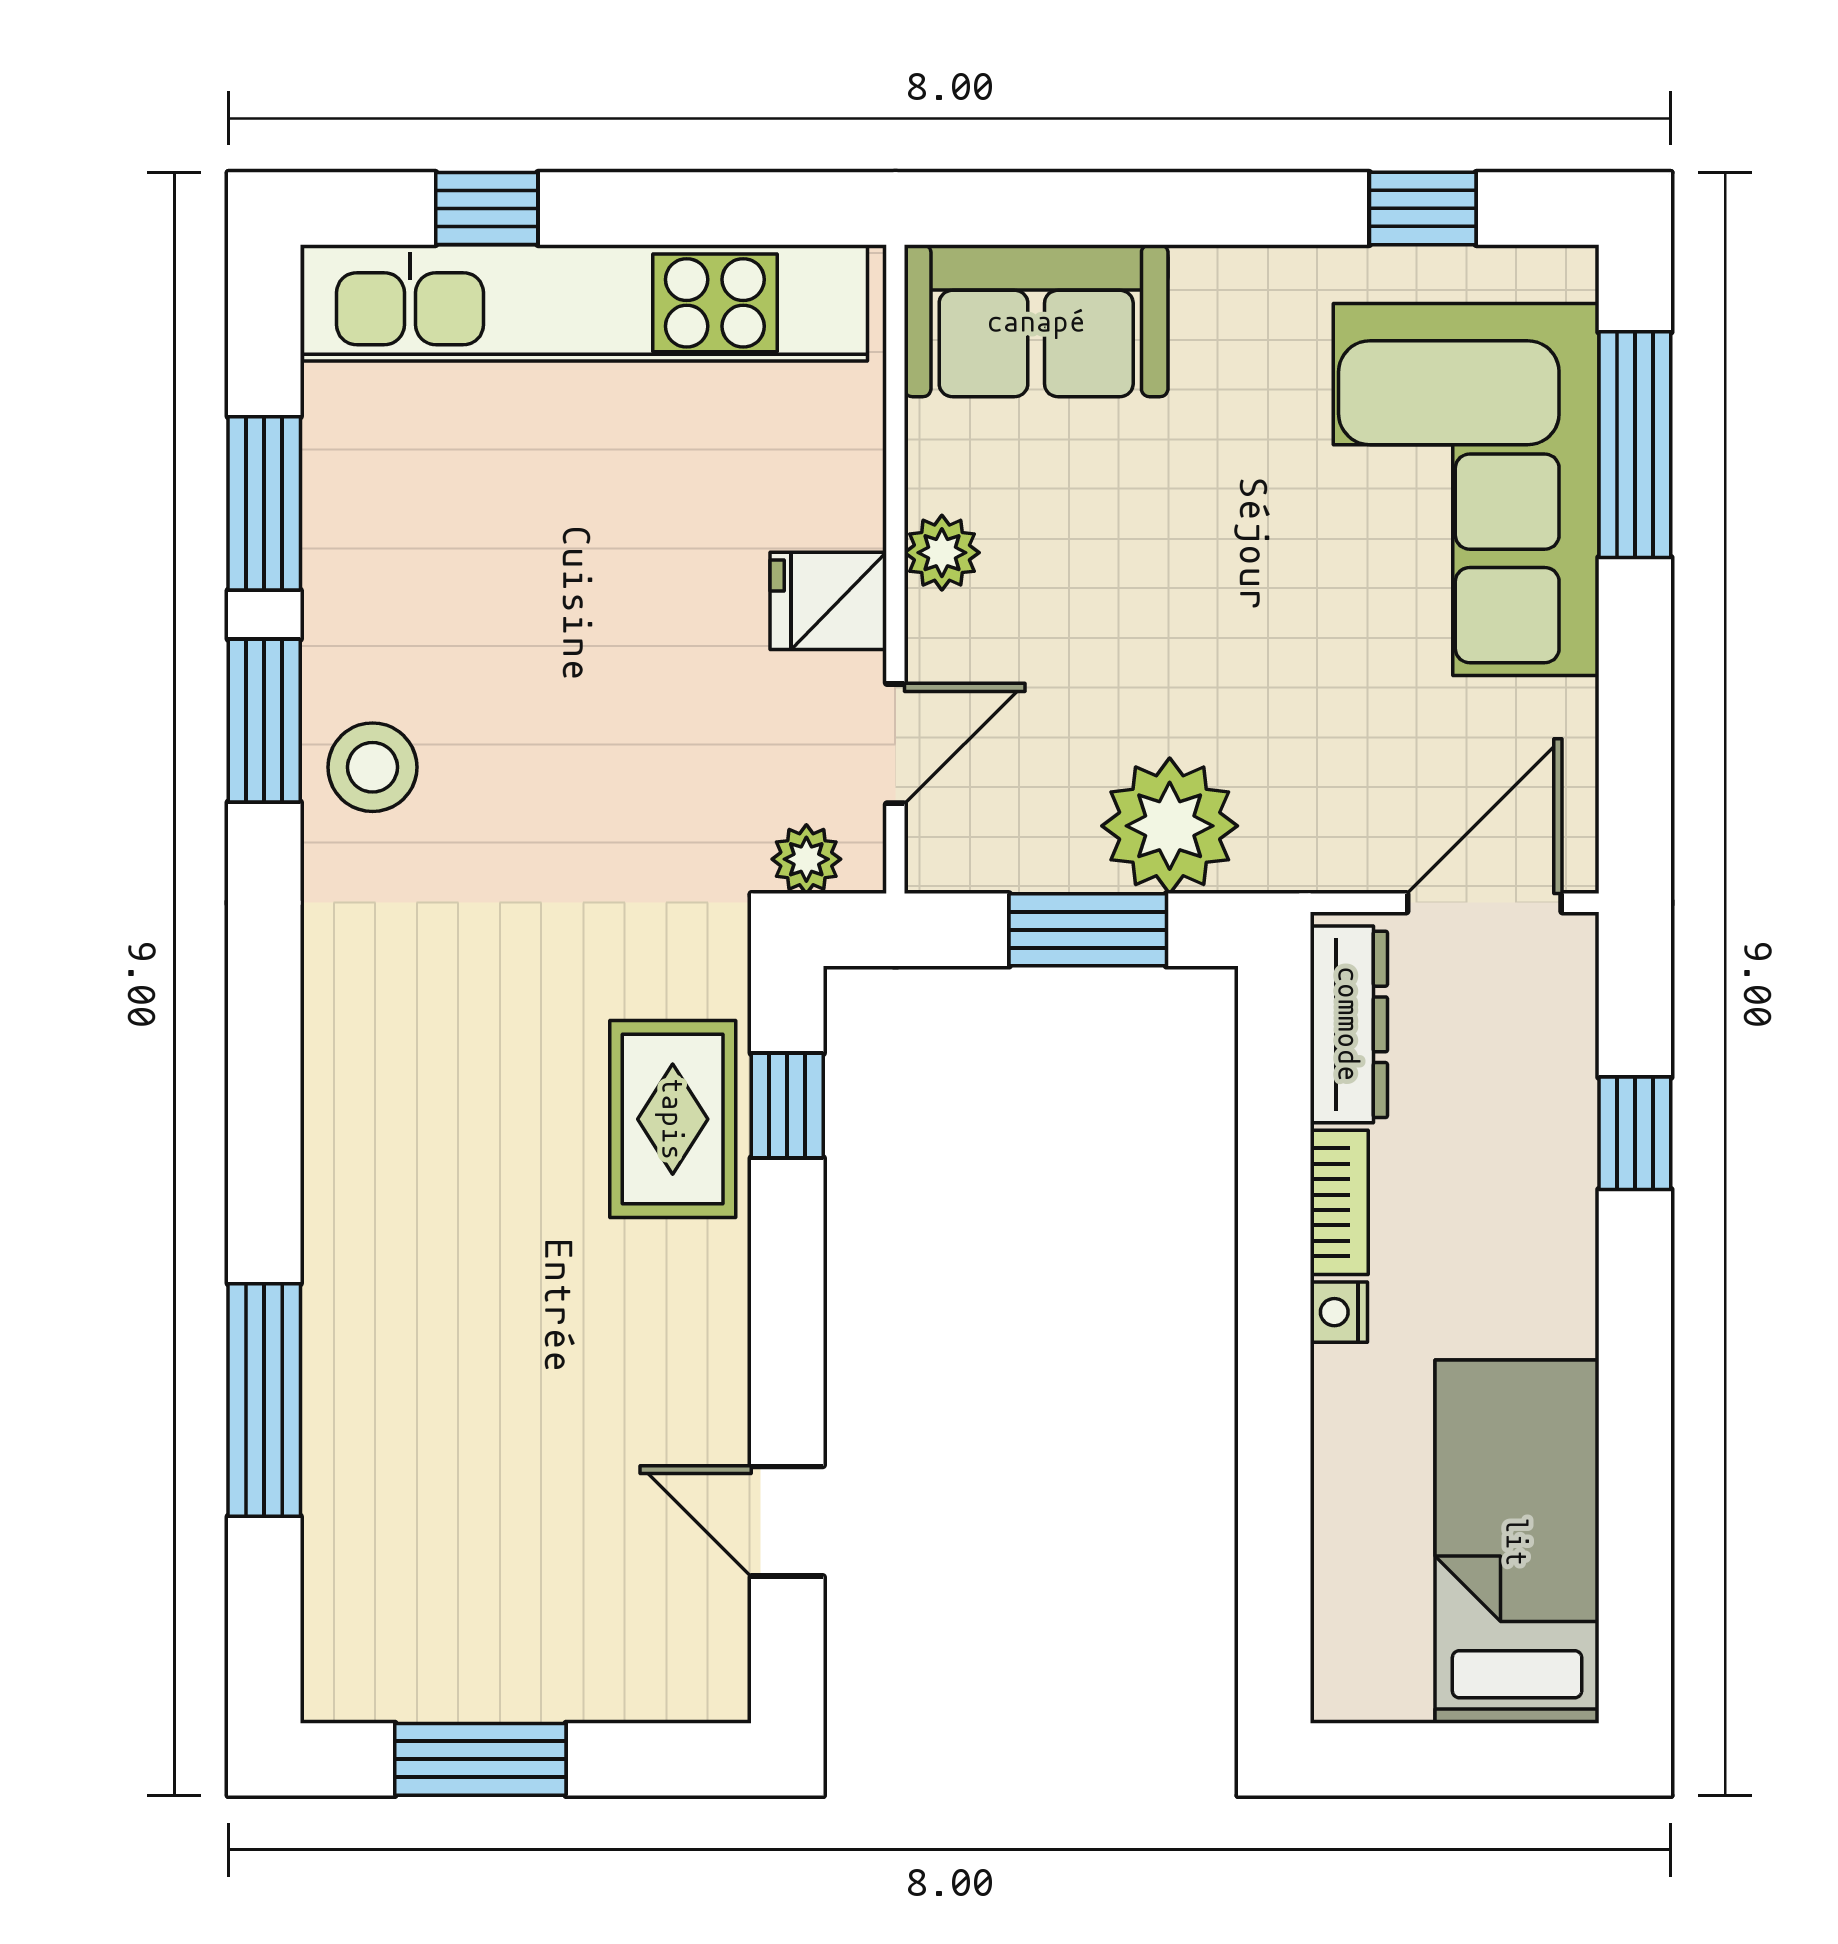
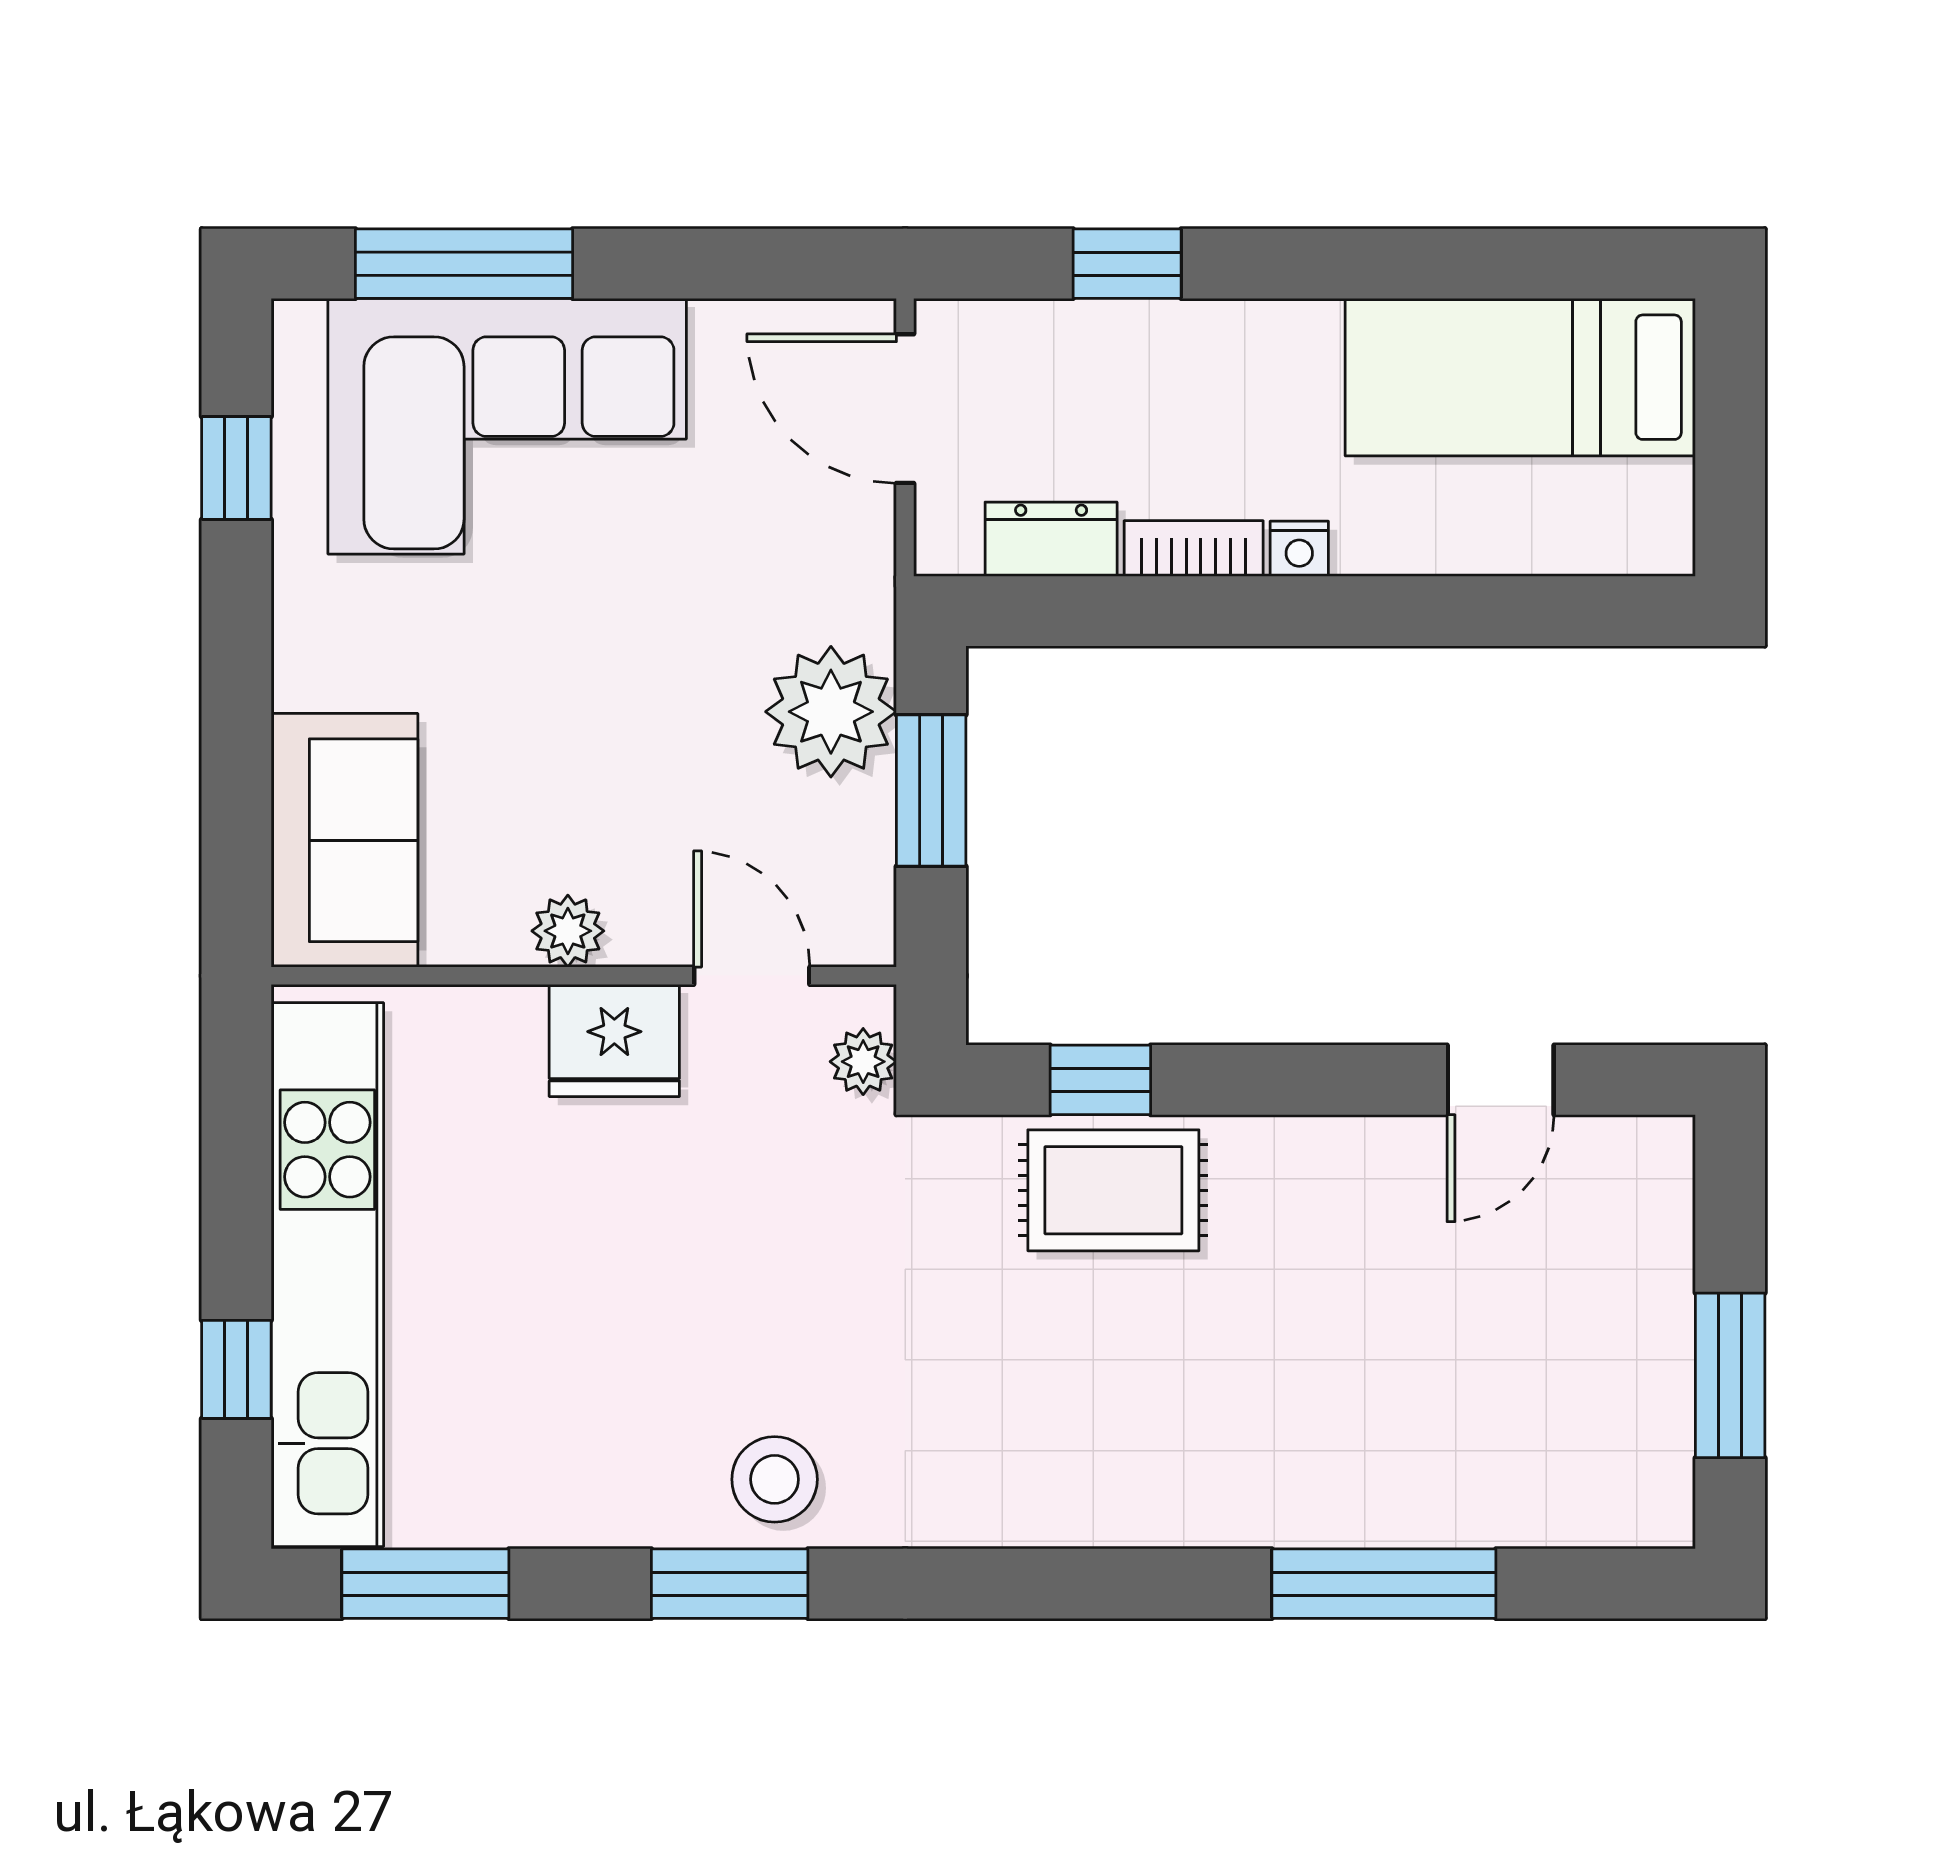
window: (264, 503) -> (425, 1584), moved
fridge: (828, 601) -> (614, 1040), width x1.38
dresser: (1349, 1024) -> (1051, 539), width x0.70

